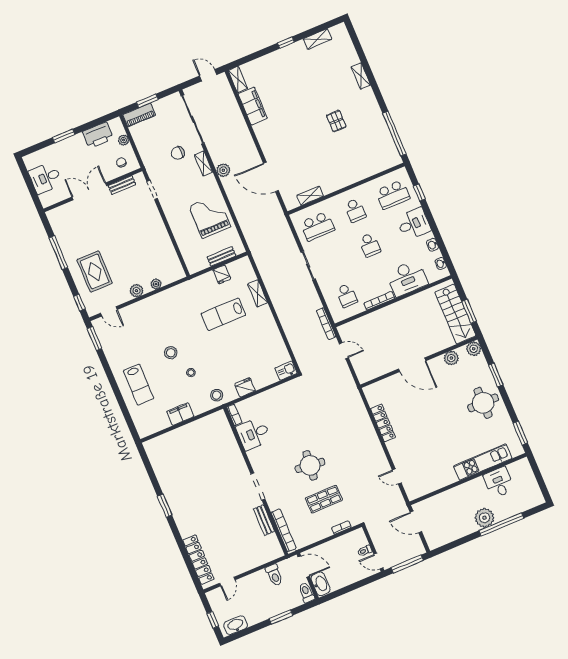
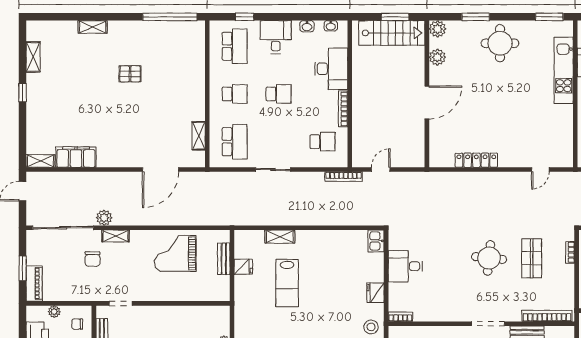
plant: (223, 170) -> (104, 218), moved
desk: (253, 434) -> (405, 266), moved, turned 90

